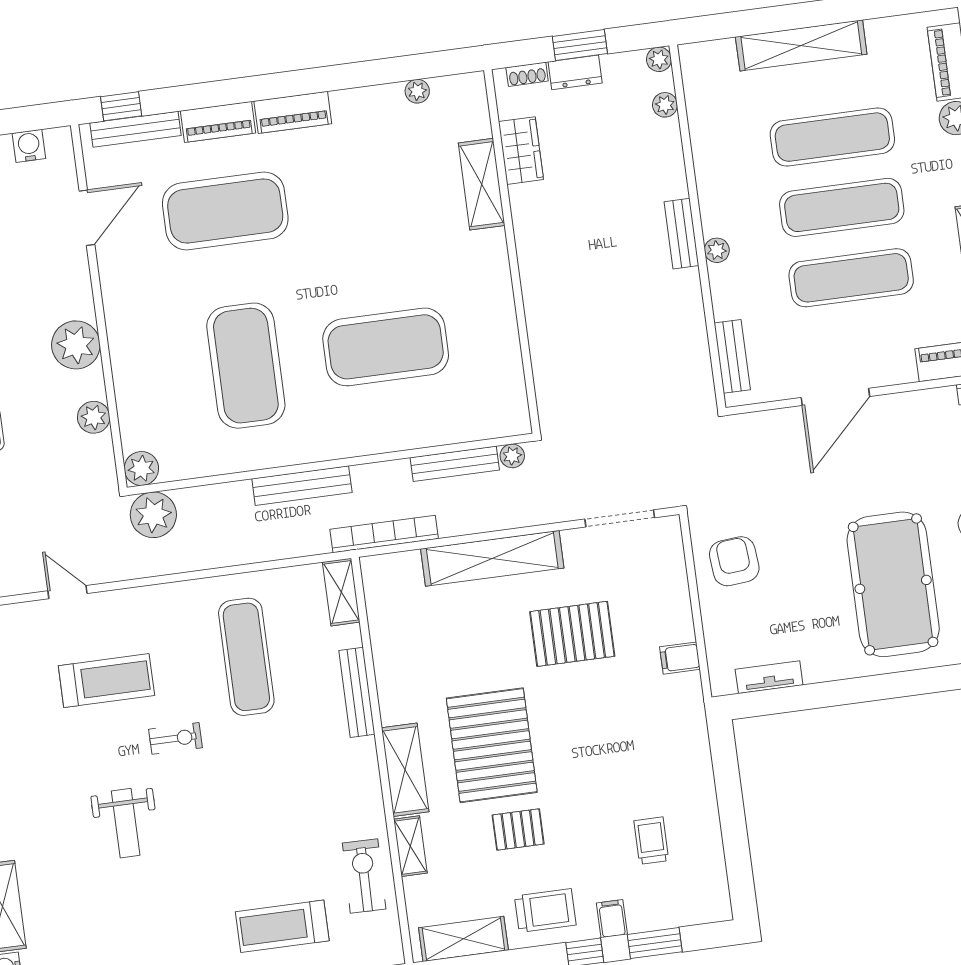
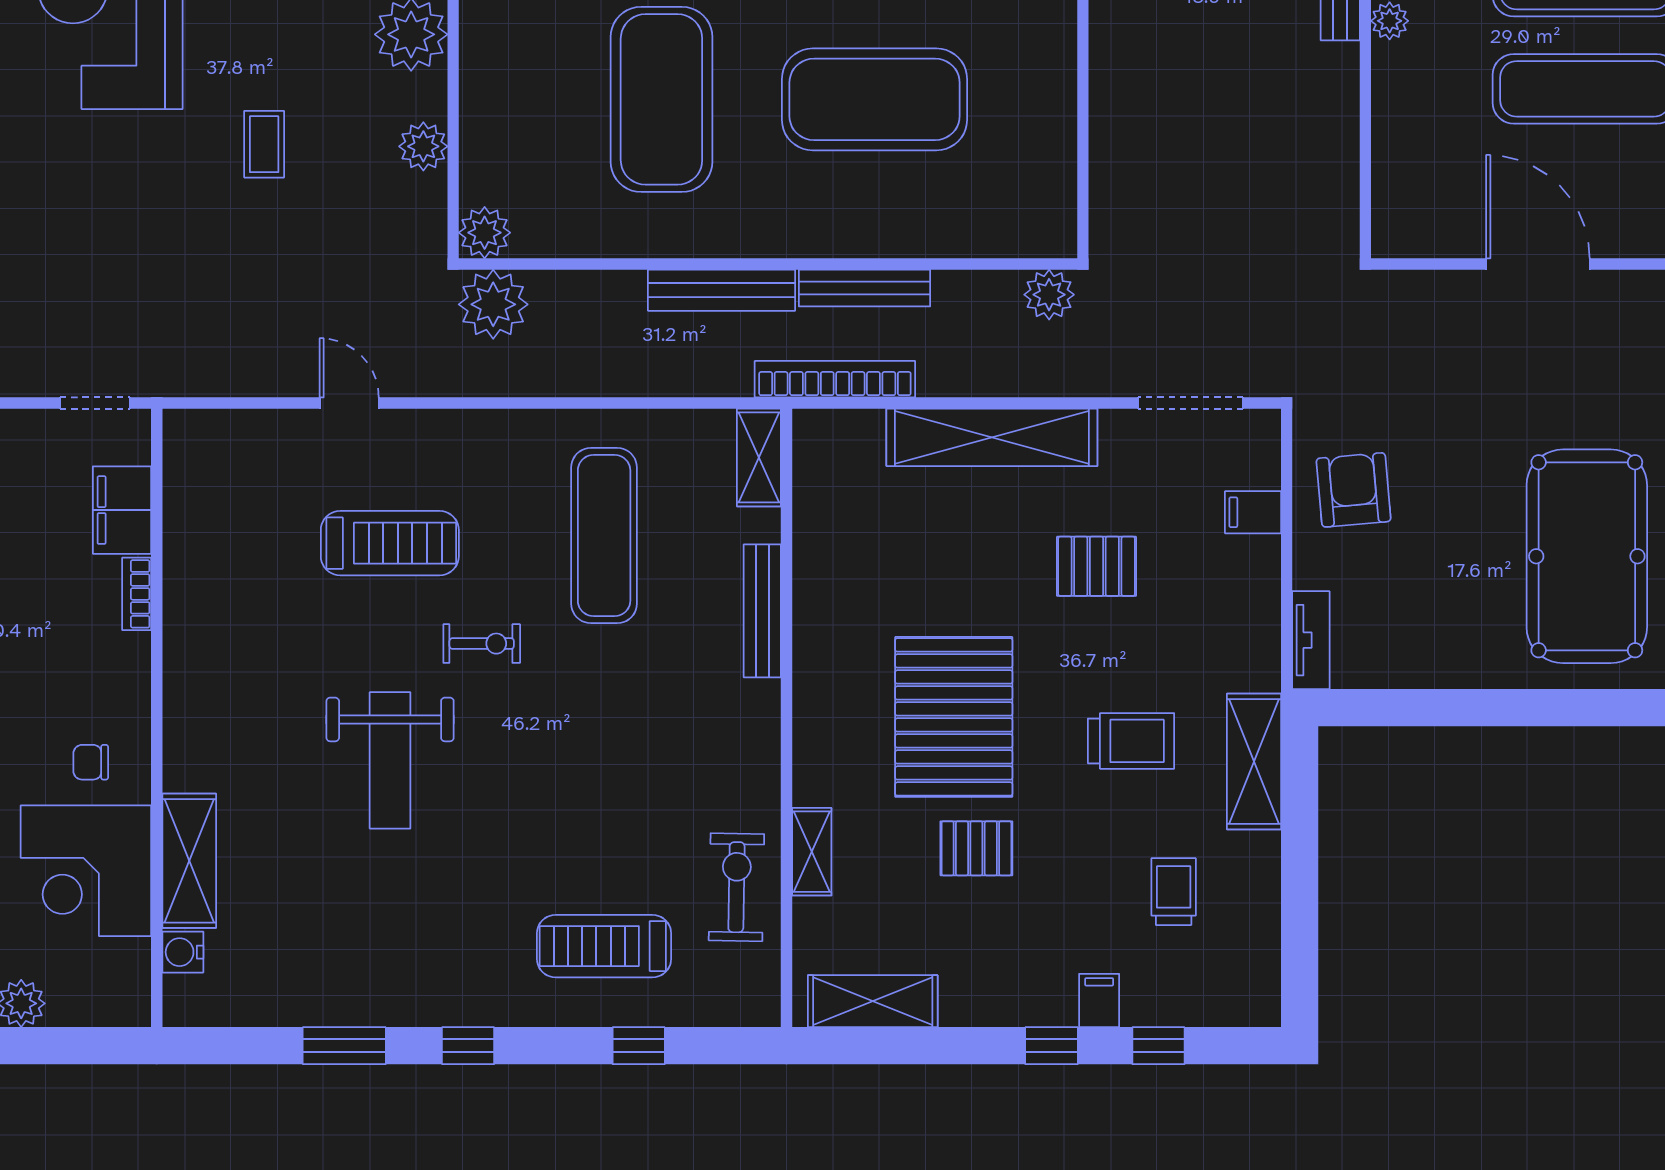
bench: (732, 356) -> (1391, 183), removed
door: (835, 397) -> (1538, 264), swing flipped
plant: (512, 456) -> (1049, 295), width x1.38, depth x1.38
bench: (455, 464) -> (865, 288), moved
pallet: (572, 634) -> (1097, 566), width x0.67, depth x0.71
filing cabinet: (680, 658) -> (1253, 512), moved
tv unit: (769, 677) -> (1311, 640), moved, turned 90
shelving: (405, 770) -> (1254, 762), moved
weight bench: (126, 823) -> (390, 760), width x1.36, depth x1.33
trolley: (545, 911) -> (1131, 741), moved
window: (655, 943) -> (1158, 1046), width x0.67

